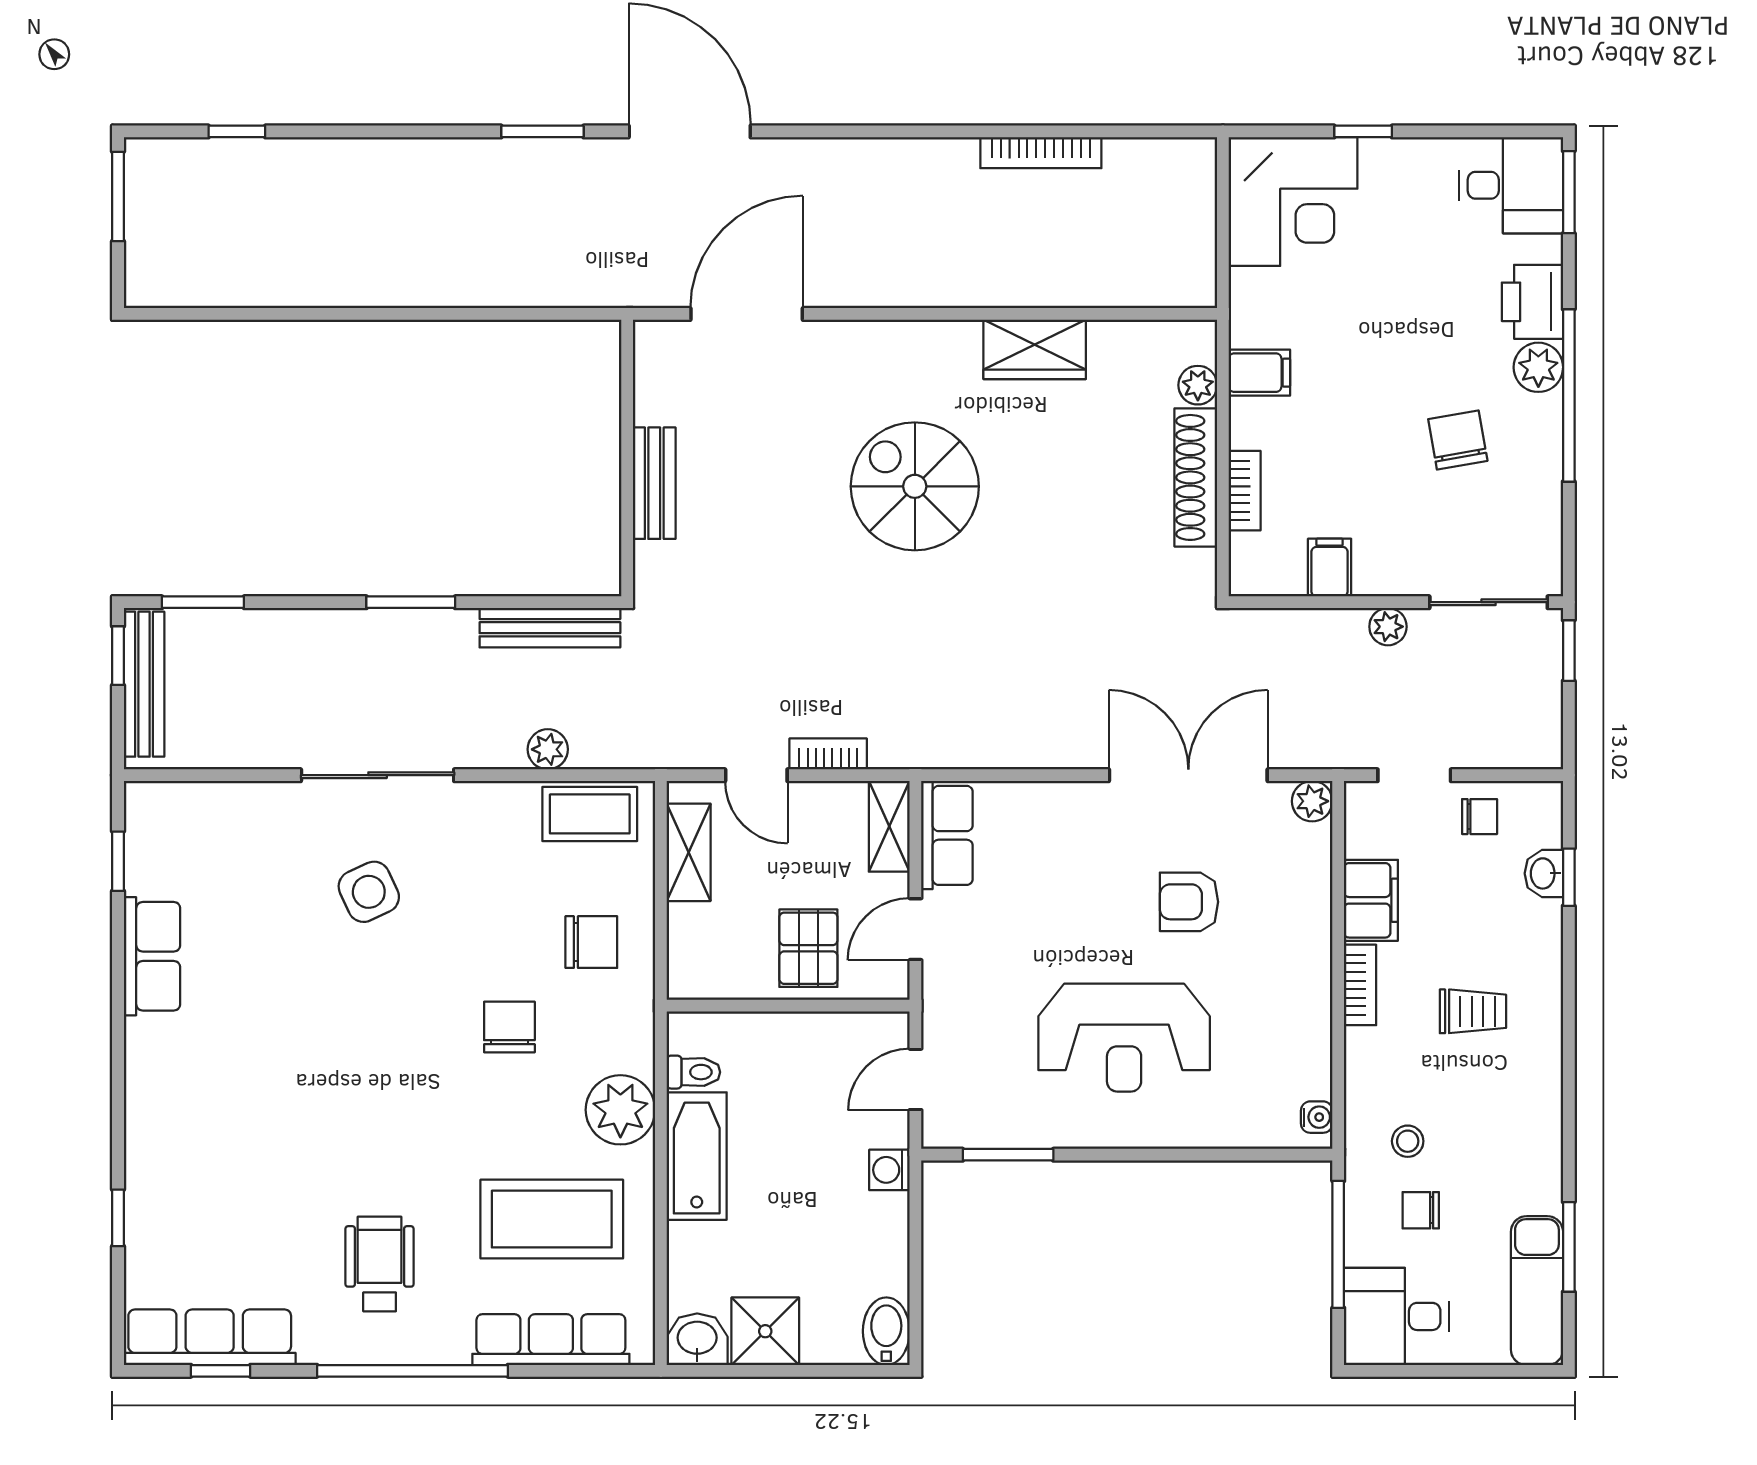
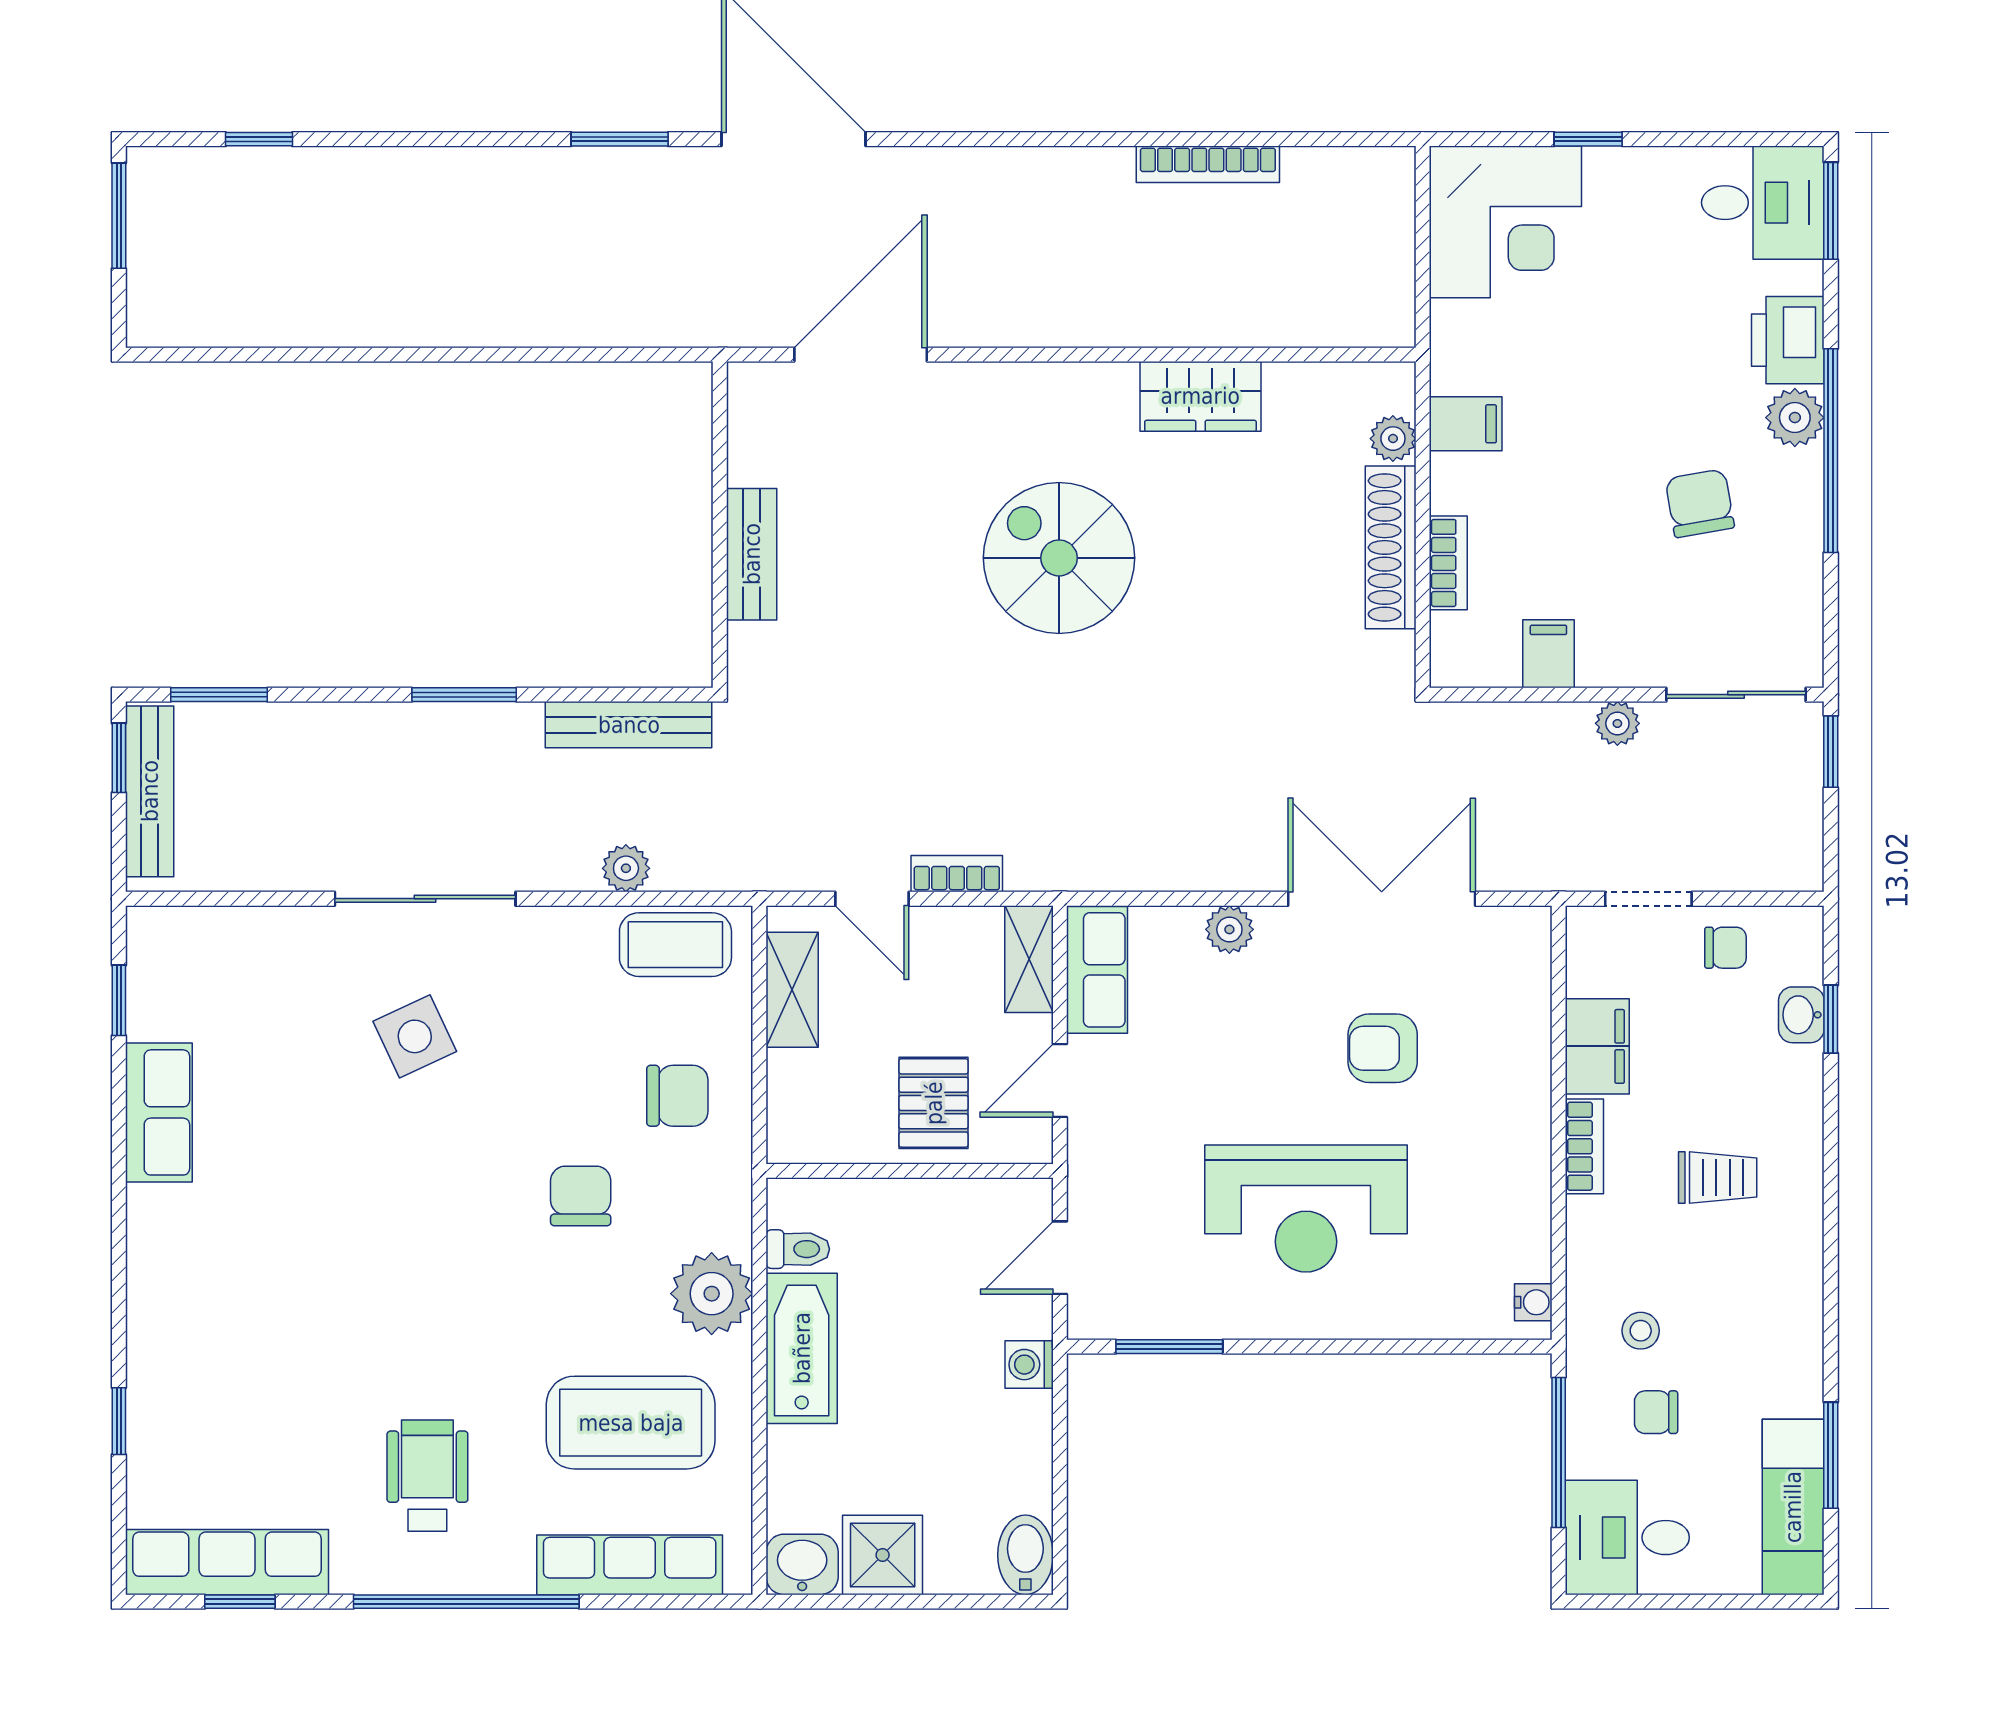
plant: (1312, 801) -> (1229, 929), moved

